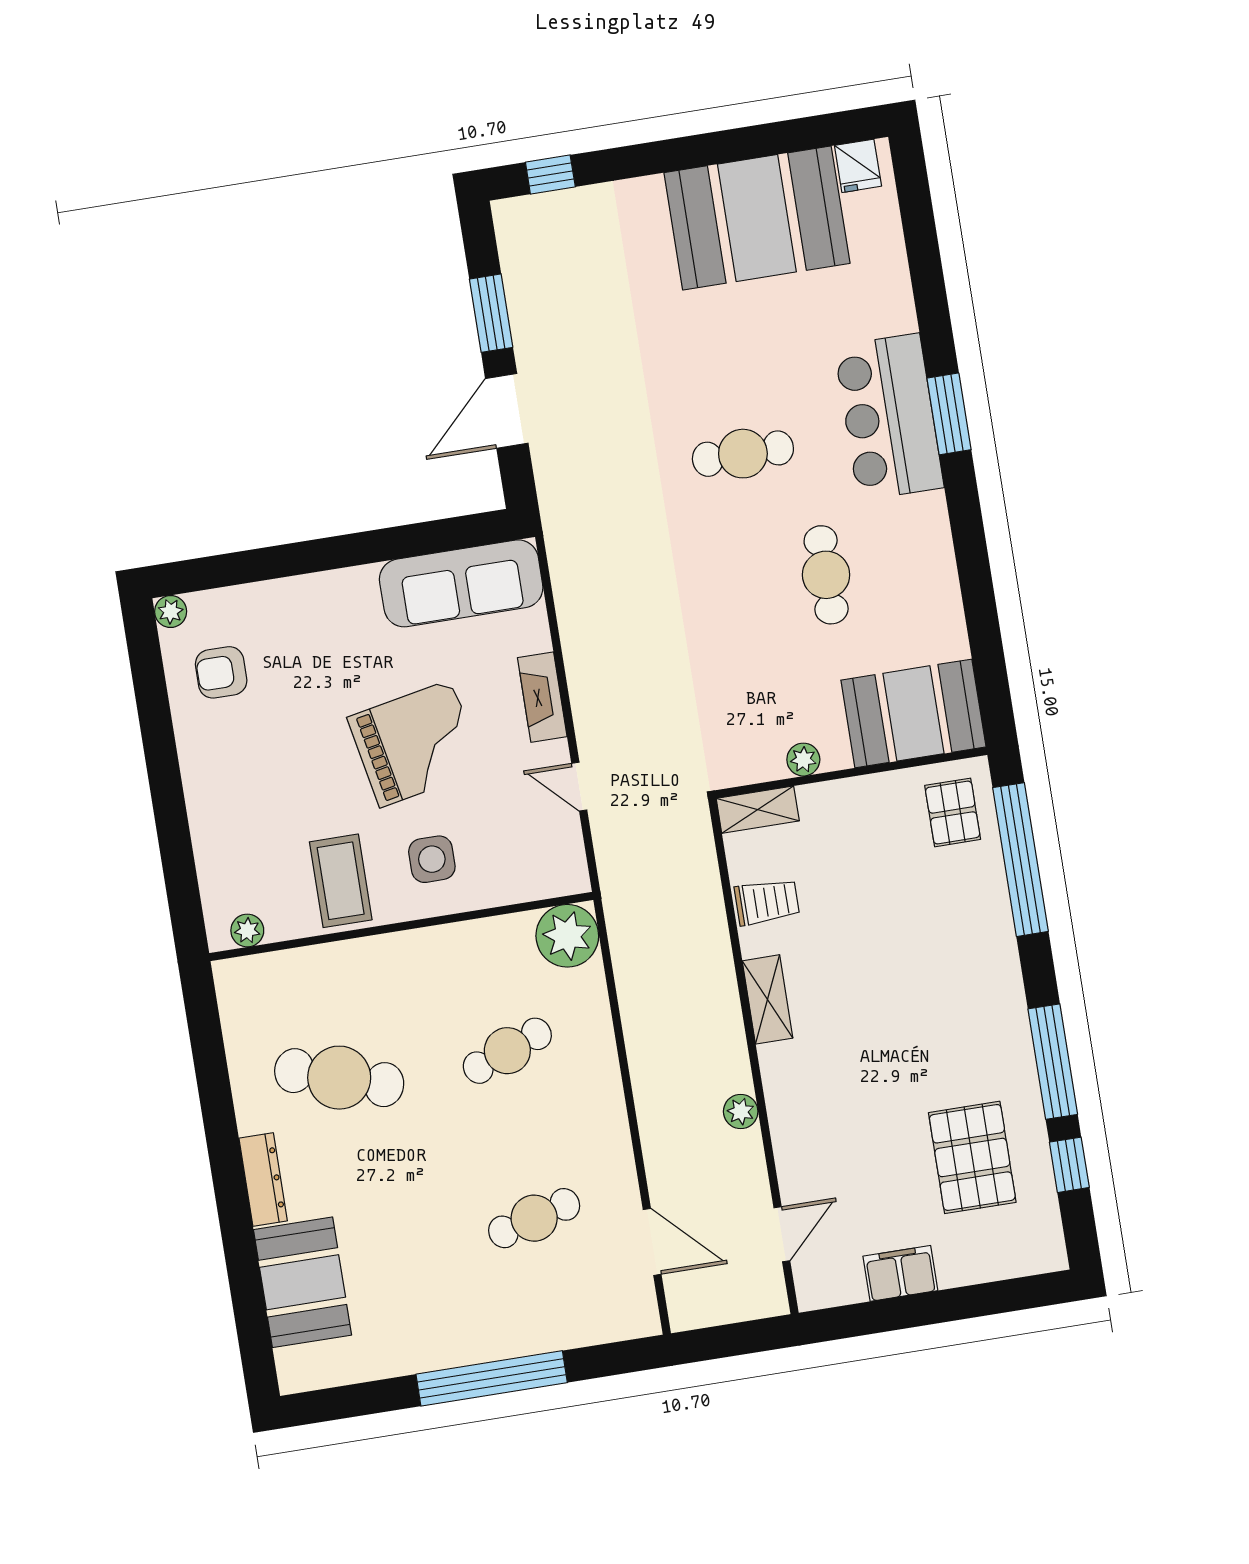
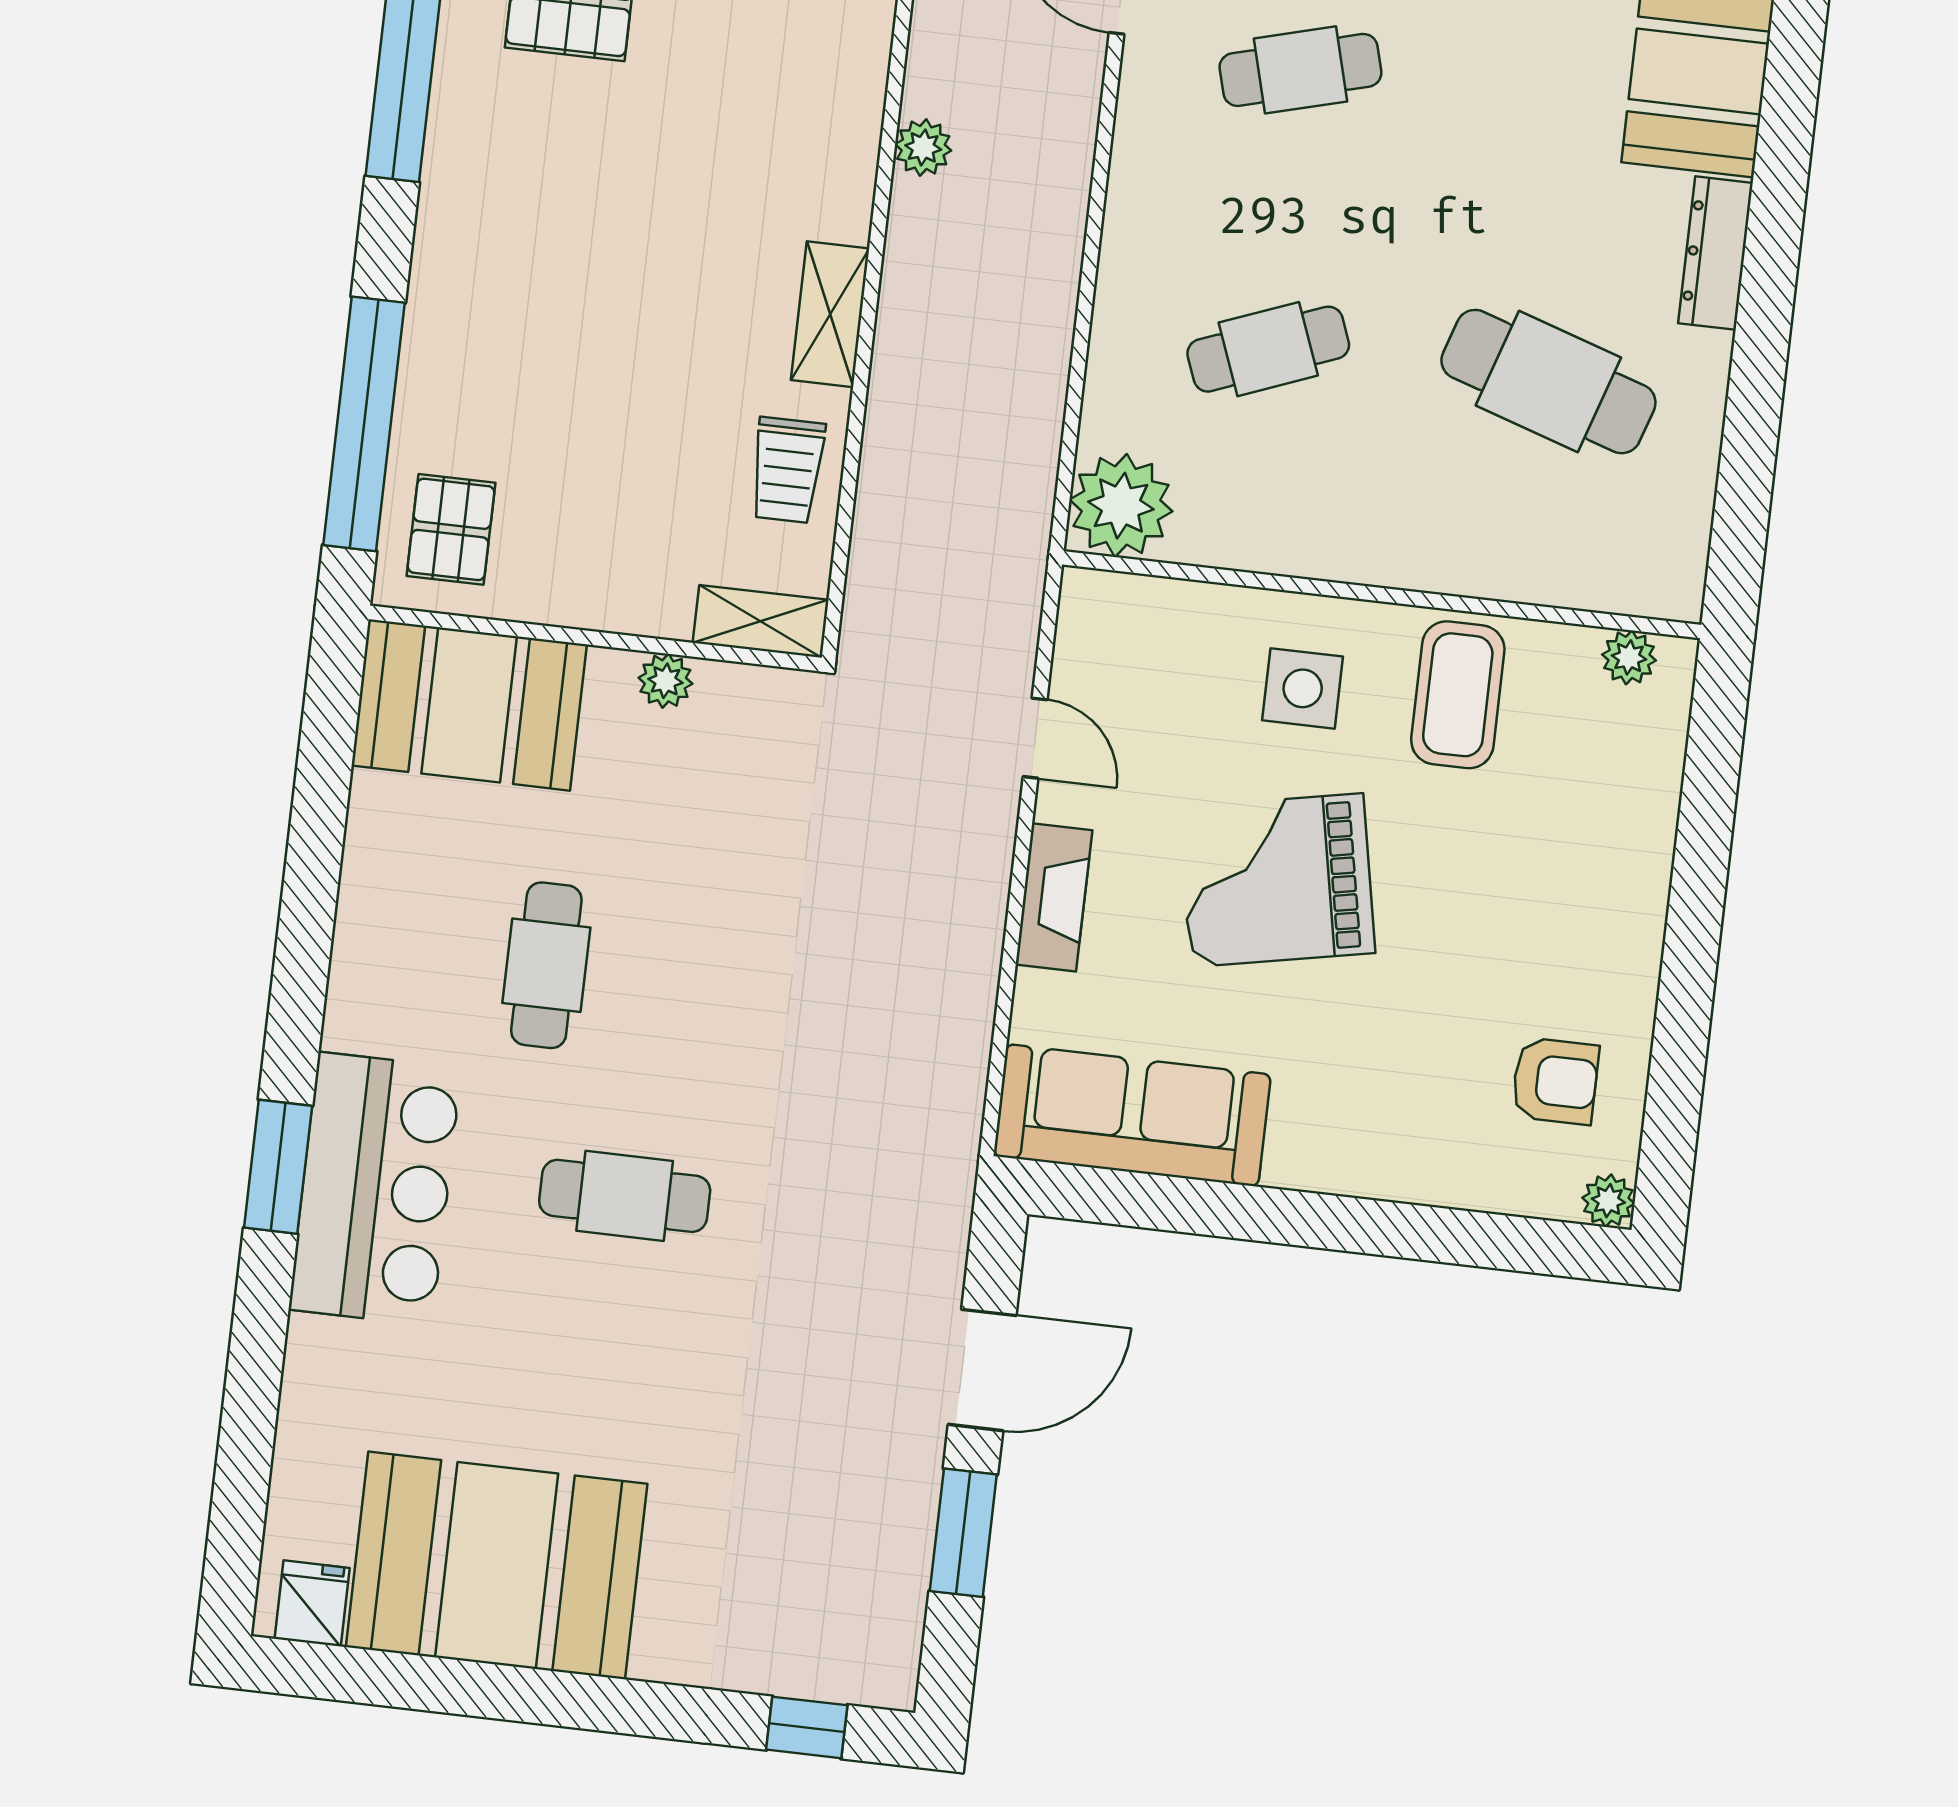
trolley: (767, 902) -> (787, 470), turned -90

